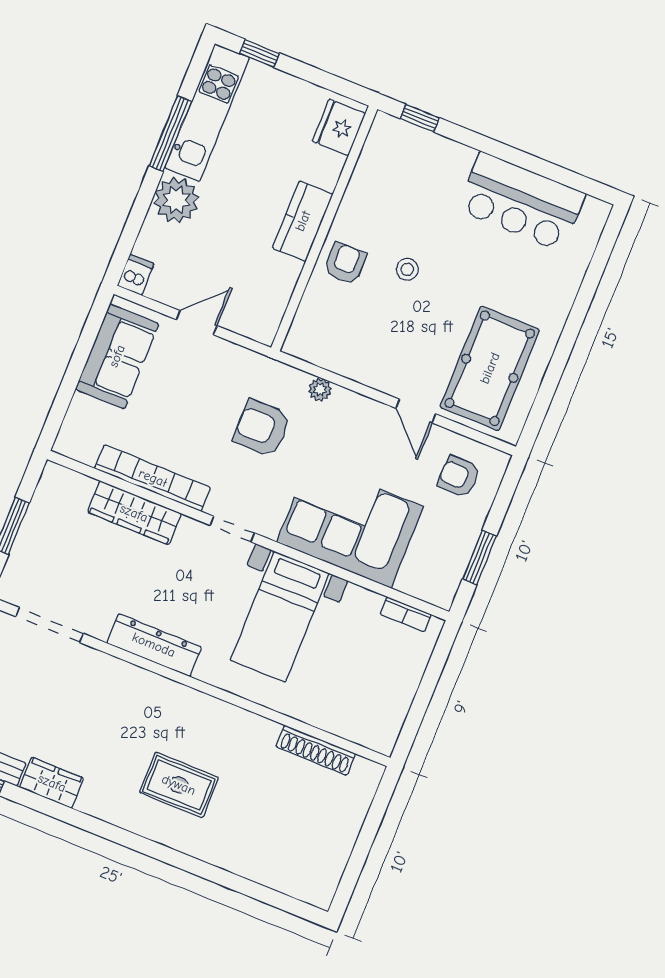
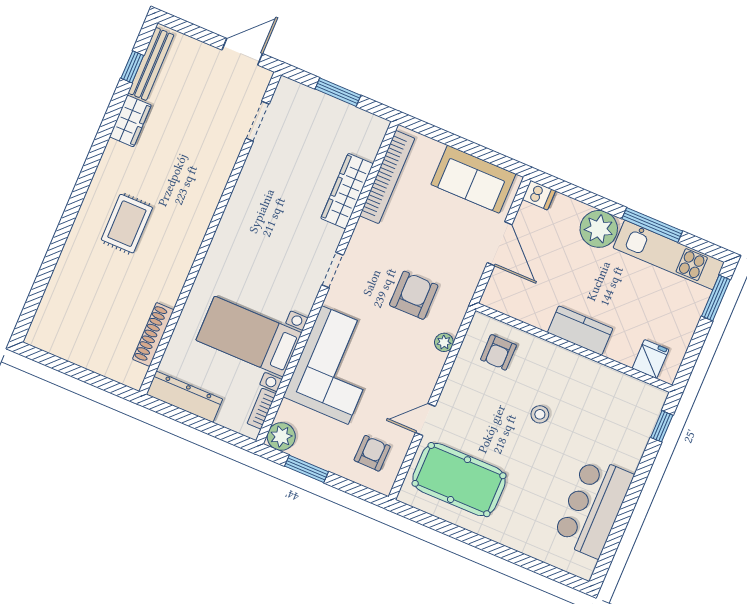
window: (260, 53) -> (716, 298), width x1.50
fridge: (339, 127) -> (651, 359), width x0.72
armchair: (345, 263) -> (498, 352), moved, turned 90
door: (197, 323) -> (500, 244), width x1.38
bookcase: (153, 478) -> (387, 177), moved
plant: (440, 590) -> (281, 437), added
bed with nightstands: (280, 617) -> (249, 337), moved
doorway: (49, 625) -> (258, 121), width x0.73
dresser: (154, 645) -> (184, 397), moved, turned -90

